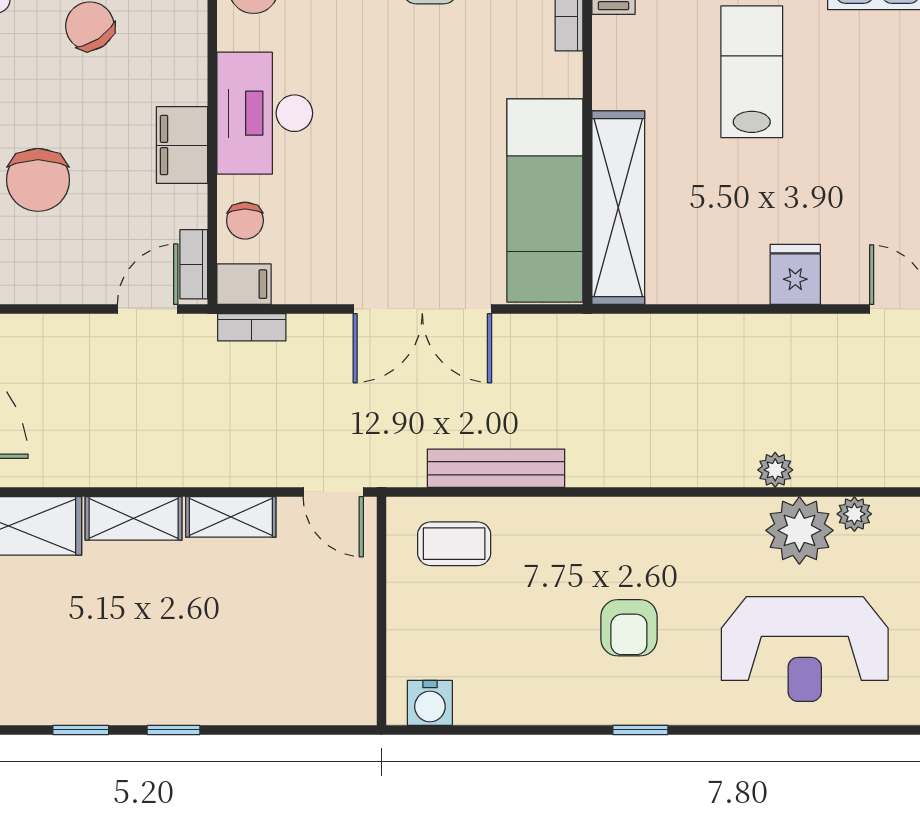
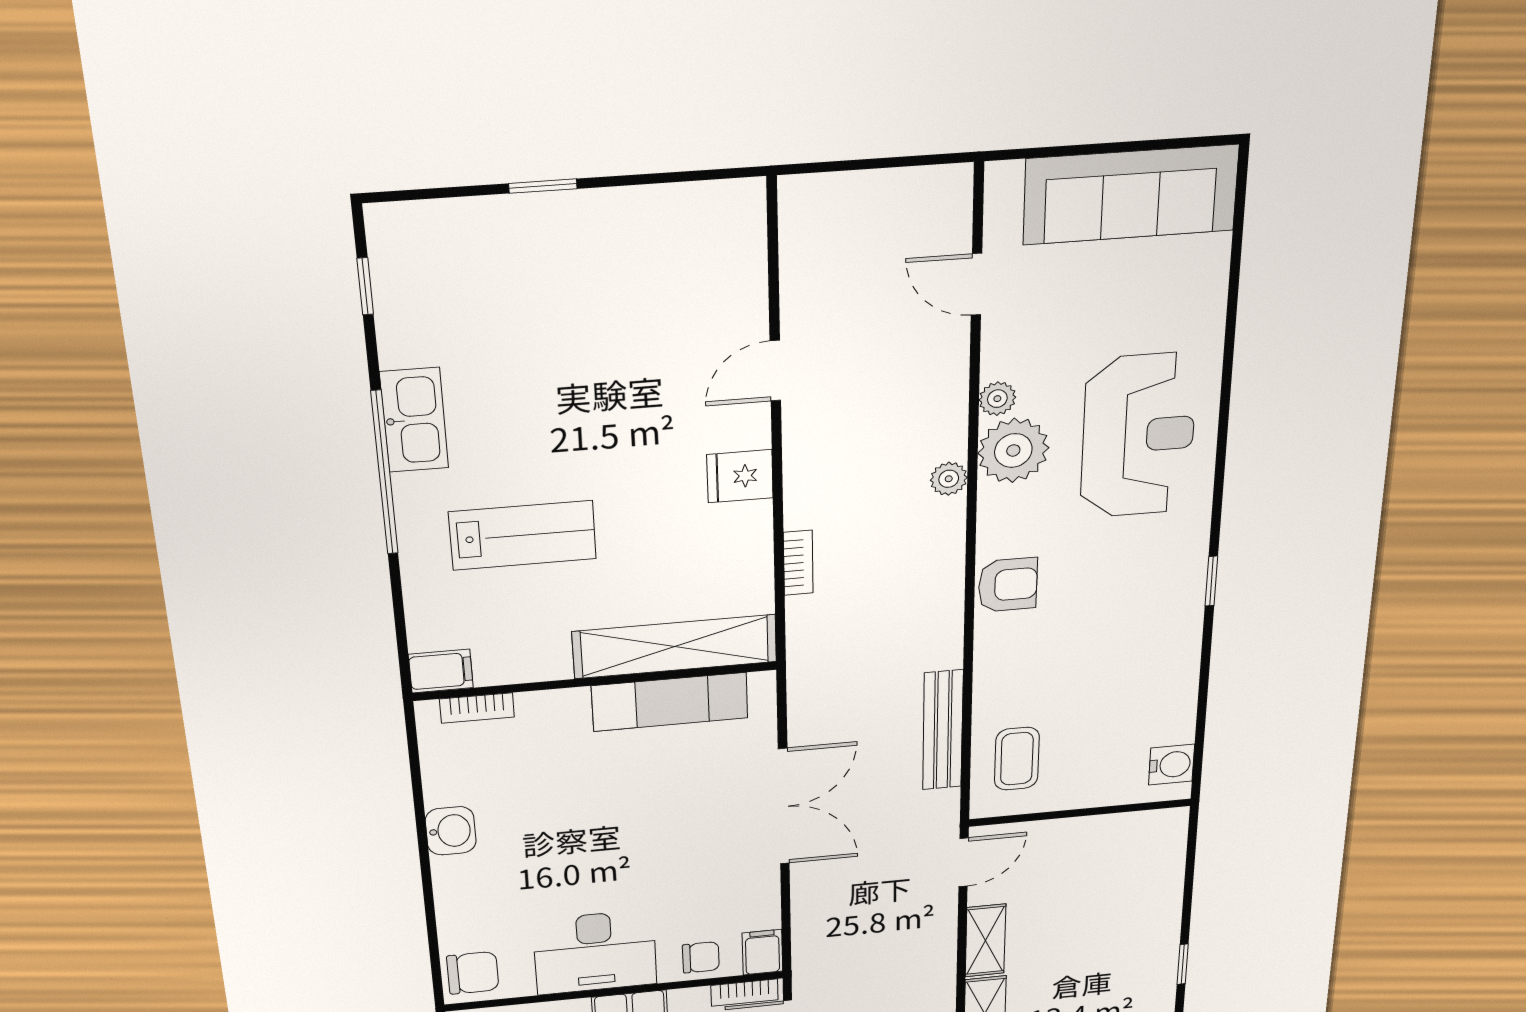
lab bench: (752, 72) -> (523, 535), turned 180
exam couch: (545, 200) -> (670, 702), width x0.73, depth x0.69
bookcase: (252, 327) -> (798, 563), moved
armchair: (629, 628) -> (1008, 585), moved

